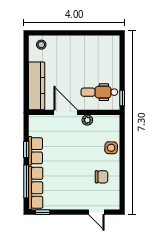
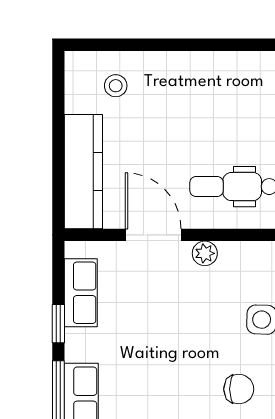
stool: (41, 45) -> (116, 86), moved
row of seats: (35, 151) -> (81, 293), moved

